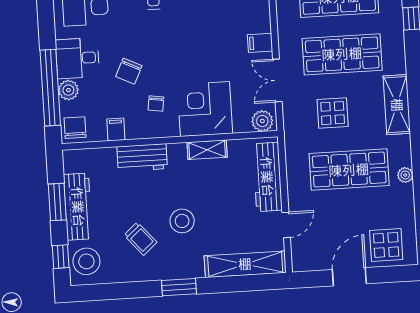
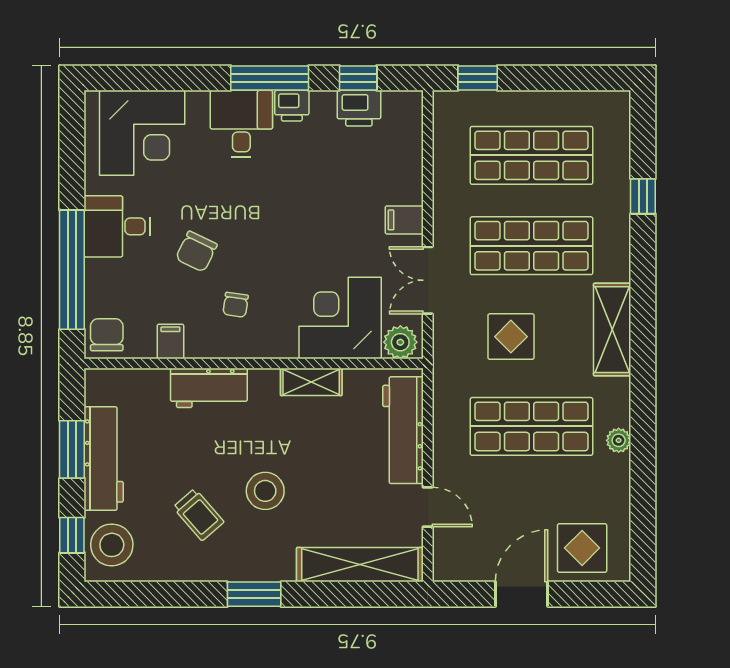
plant: (68, 90) -> (100, 275), removed
corner desk: (205, 109) -> (340, 318), moved
door: (286, 225) -> (428, 507), hinge flipped

